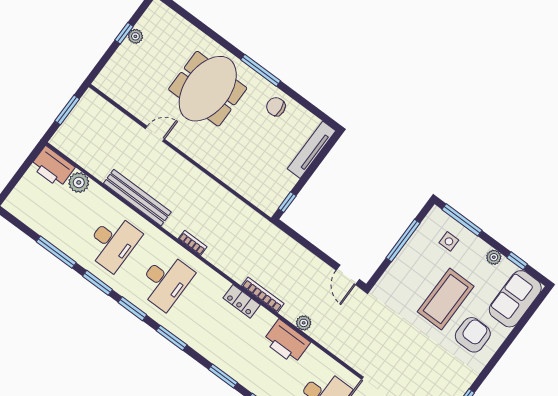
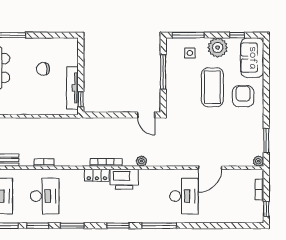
chair: (276, 107) -> (43, 69), moved
tv unit: (311, 150) -> (72, 88), moved
plant: (494, 257) -> (218, 48), width x1.88, depth x1.88
printer: (287, 342) -> (124, 179), moved

